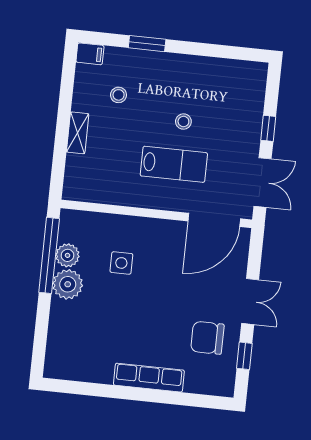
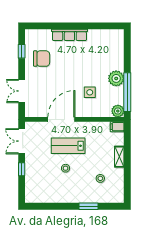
filing cabinet: (90, 54) -> (117, 127), moved
door: (214, 220) -> (61, 119), moved
plant: (68, 255) -> (118, 111), moved
double door: (250, 302) -> (22, 91), moved

